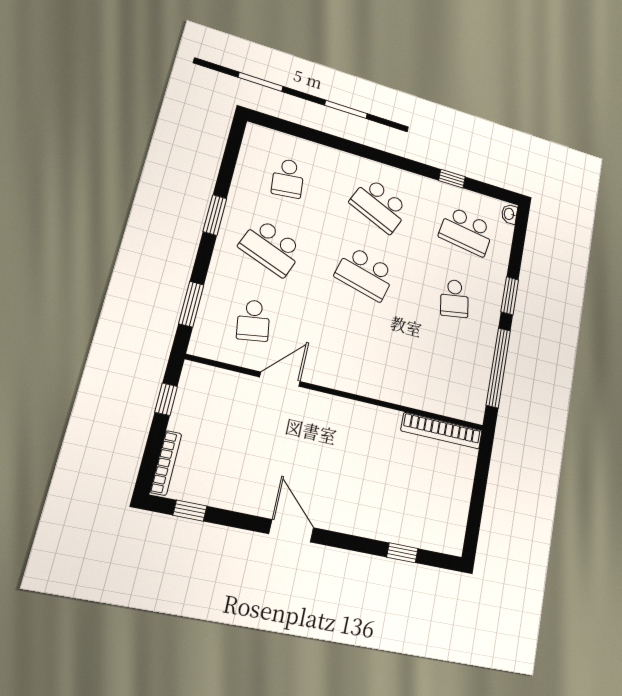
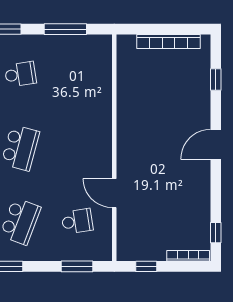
window: (498, 368) -> (65, 29), width x0.68
bookcase: (442, 431) -> (169, 41), moved, turned 90
door: (291, 531) -> (216, 144), moved

